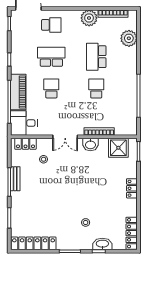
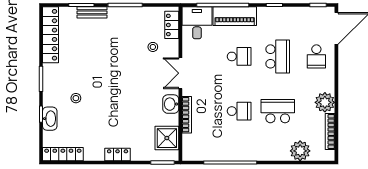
bench: (15, 179) -> (92, 12), moved

